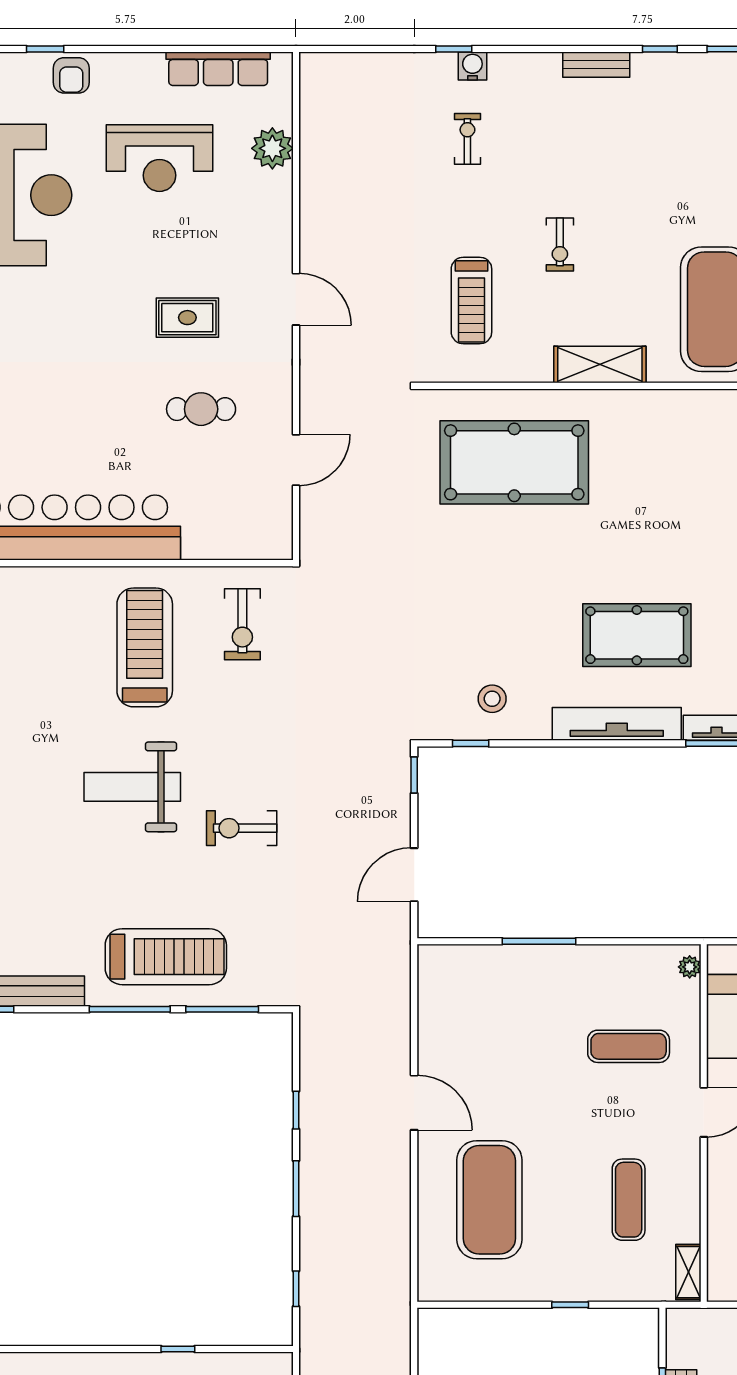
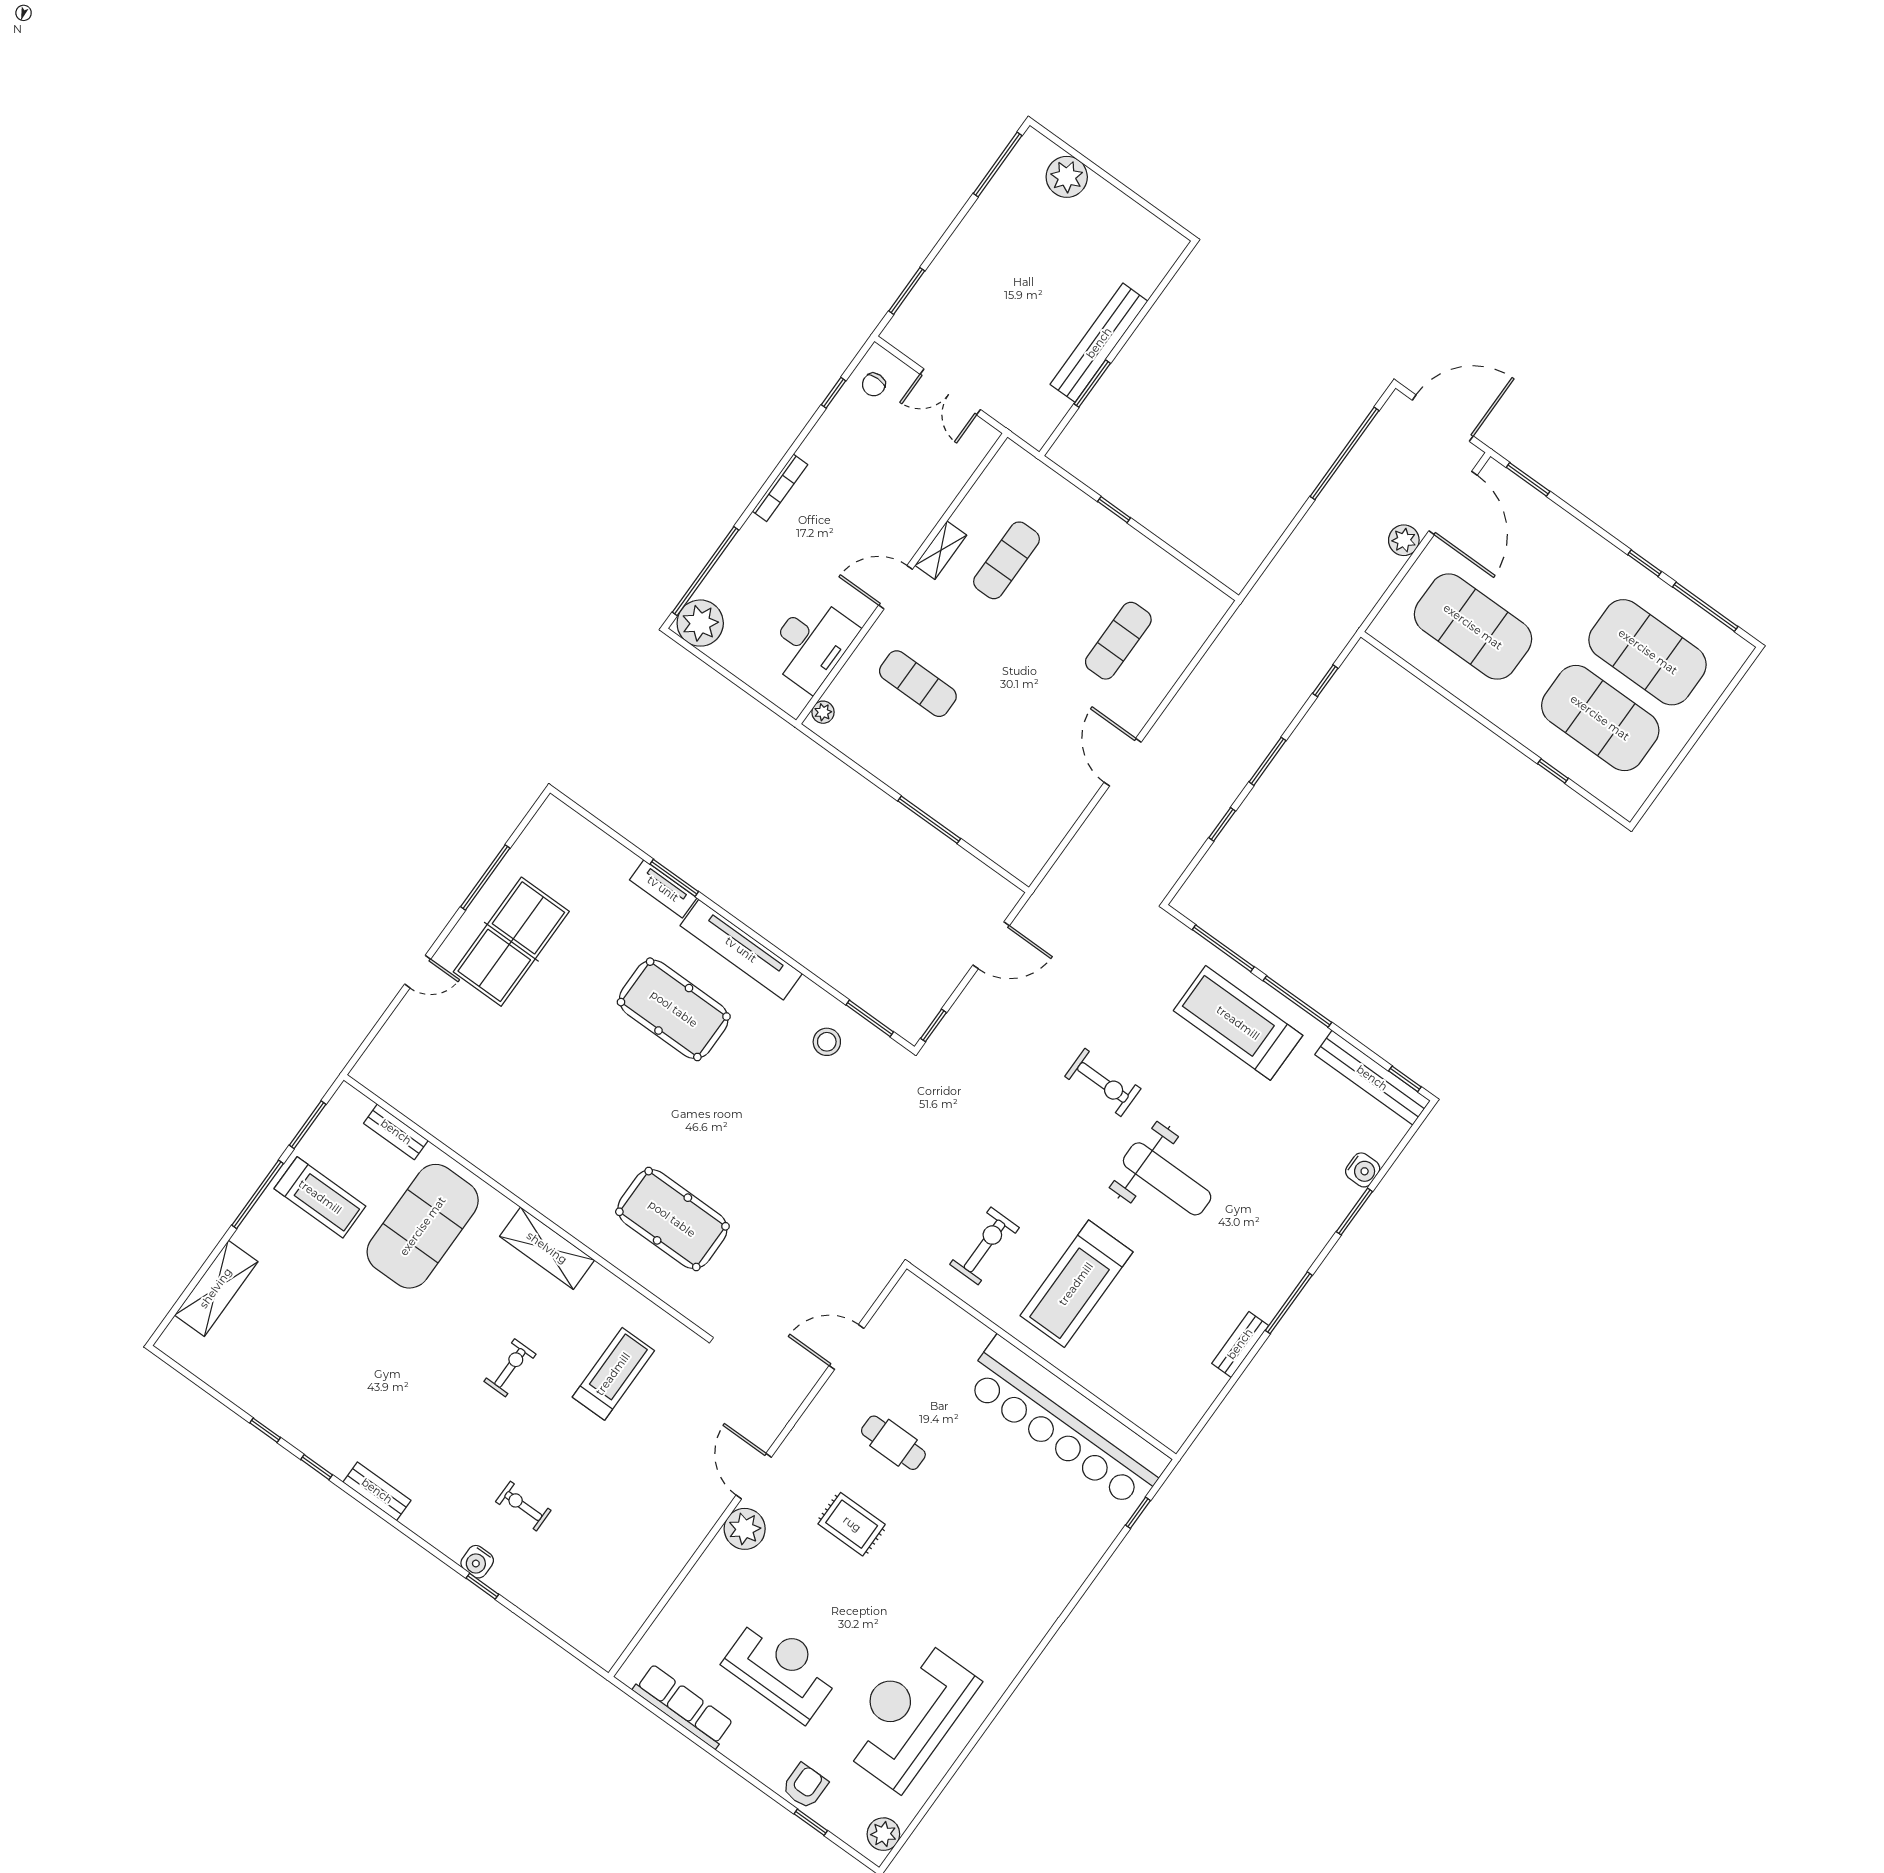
exercise bike: (467, 139) -> (523, 1506), turned 90
plant: (272, 148) -> (745, 1529), moved
pool table: (514, 462) -> (672, 1219), width x0.73, depth x0.76
window: (471, 743) -> (870, 1018), width x1.50
exercise mat: (489, 1200) -> (1118, 641), width x0.50, depth x0.69
shelving: (688, 1272) -> (941, 550), moved
window: (178, 1349) -> (1553, 771), moved

